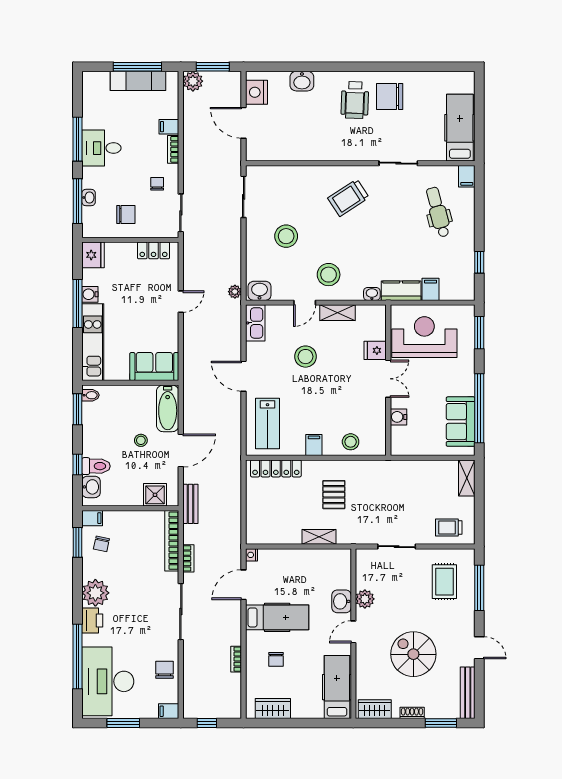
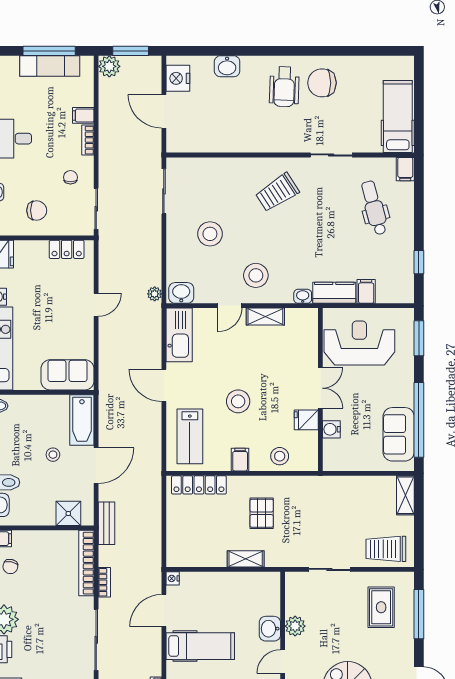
kitchen sink: (255, 323) -> (179, 335), width x1.36, depth x1.24
fridge: (375, 350) -> (306, 420), moved
stool: (306, 357) -> (238, 401), moved
trolley: (449, 527) -> (386, 549), width x1.36, depth x1.39

